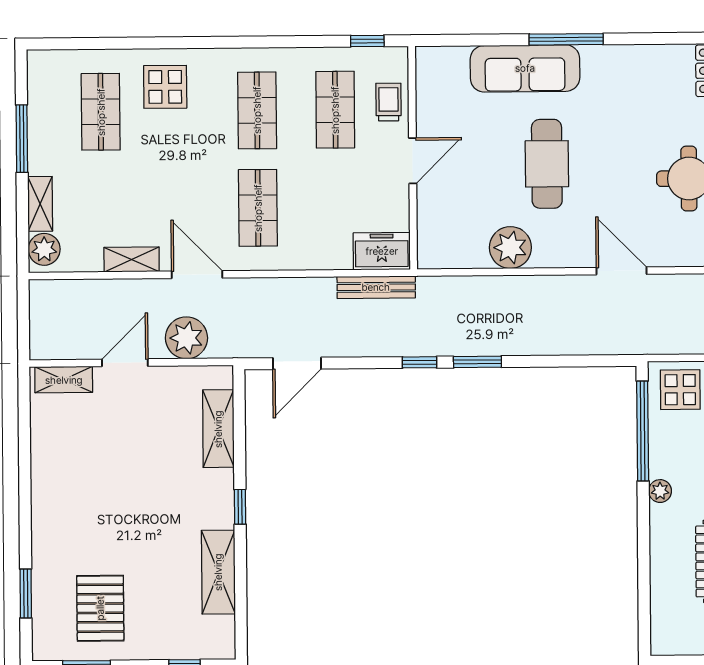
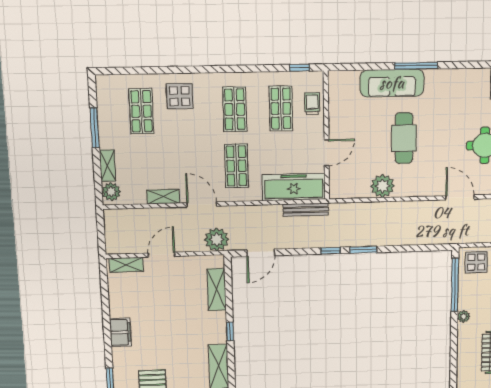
door: (413, 161) -> (327, 153), moved
freezer: (382, 251) -> (294, 187), width x1.91, depth x1.26
door: (622, 271) -> (460, 197), moved
plant: (186, 338) -> (217, 239), moved
filing cabinet: (48, 503) -> (120, 332), added

